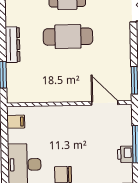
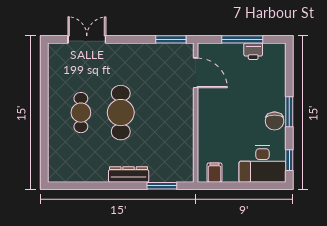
door: (105, 103) -> (196, 73), swing flipped

